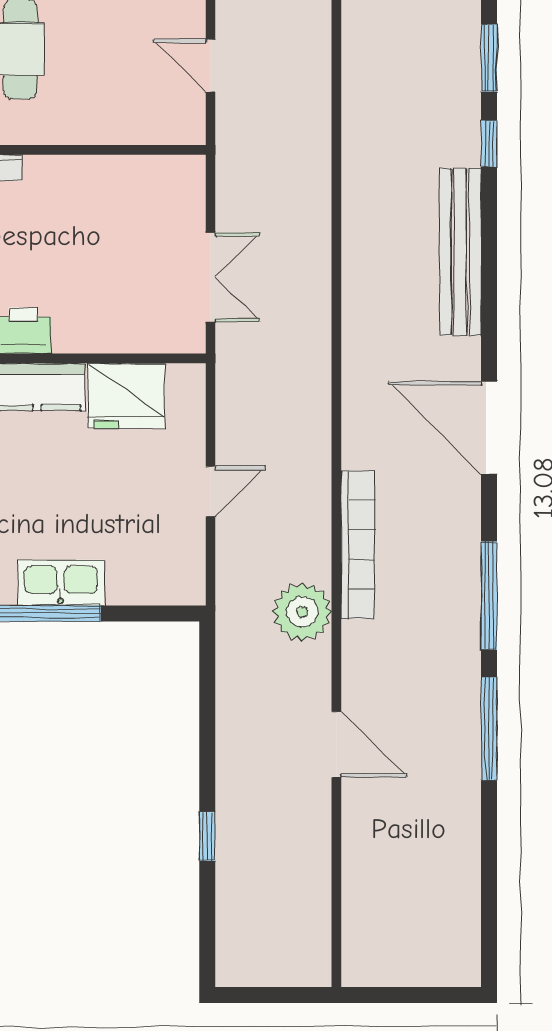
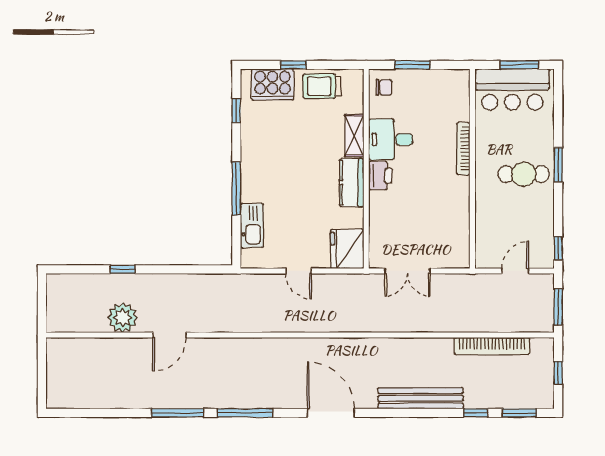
fridge: (126, 396) -> (347, 249), moved
door: (489, 428) -> (331, 413), hinge flipped
bookcase: (358, 545) -> (492, 346), moved
kitchen sink: (61, 583) -> (252, 225), moved
plant: (302, 612) -> (123, 318), moved

